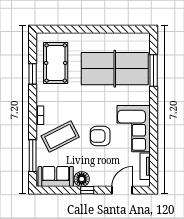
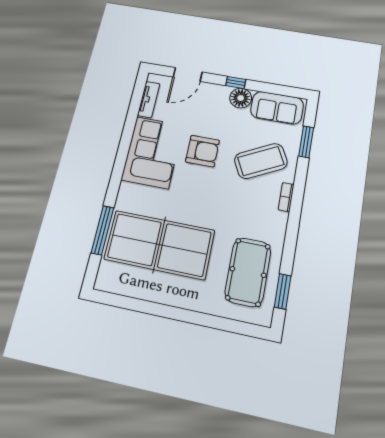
window: (33, 74) -> (283, 291), moved
window: (33, 156) -> (306, 142), width x0.69

